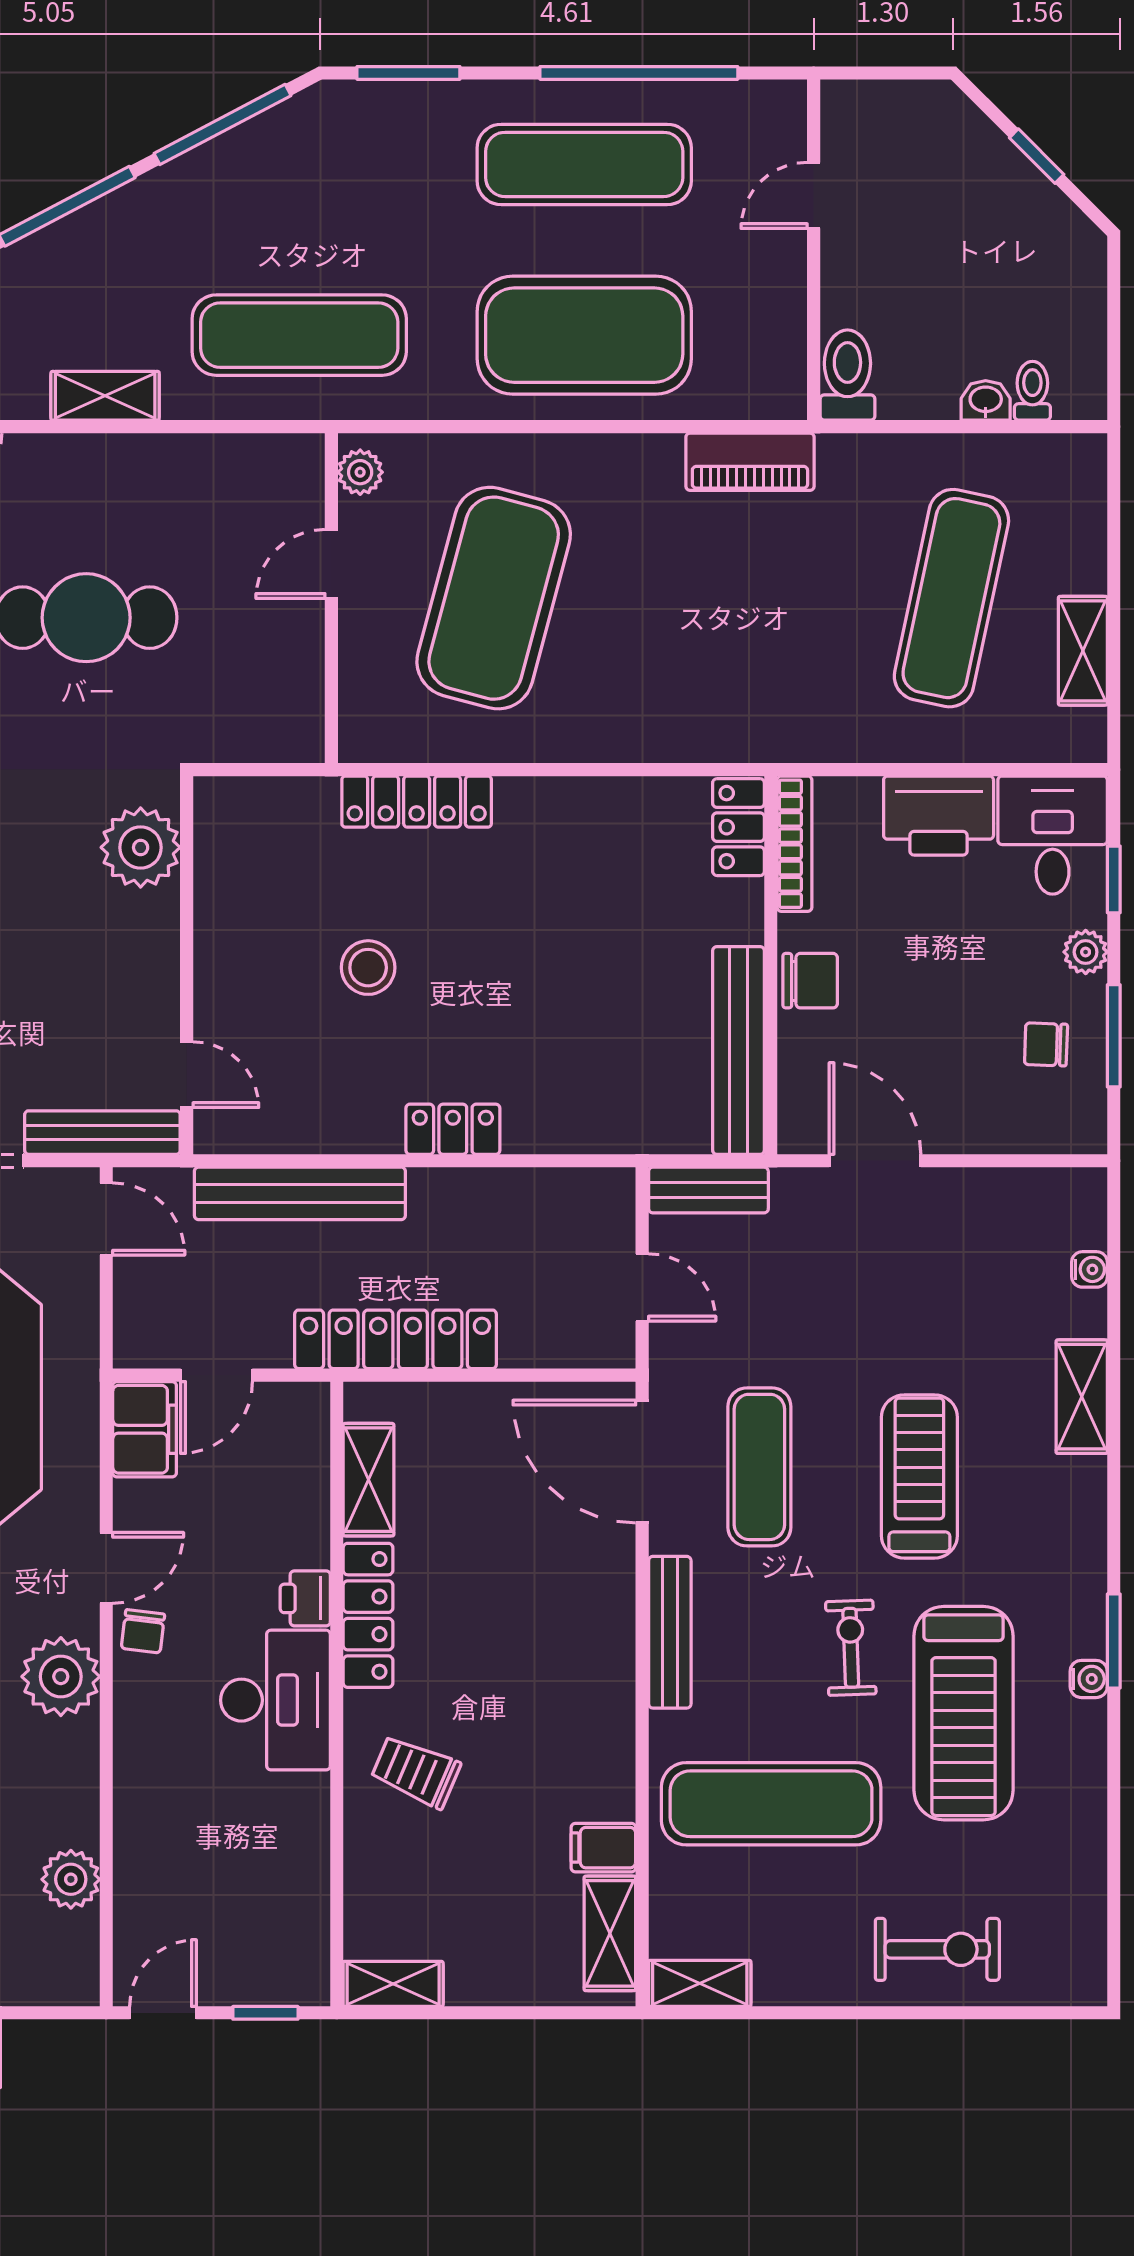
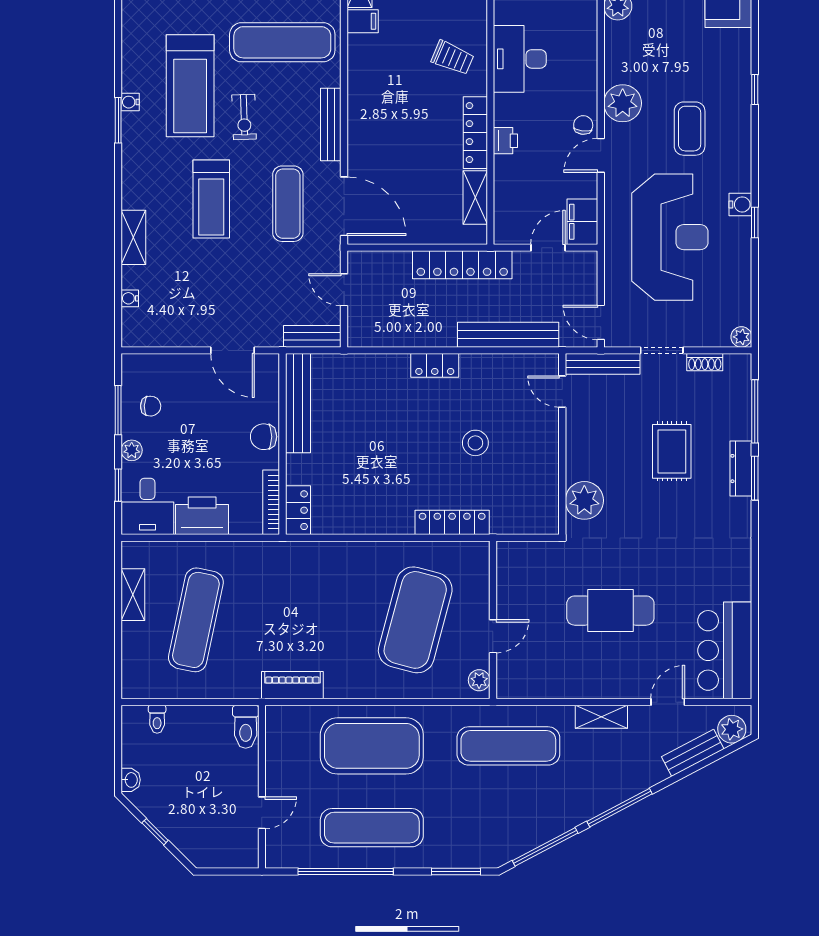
washbasin: (986, 400) -> (131, 780), moved, turned -90
desk: (275, 1700) -> (520, 59), moved
treadmill: (963, 1713) -> (190, 86), turned 180

